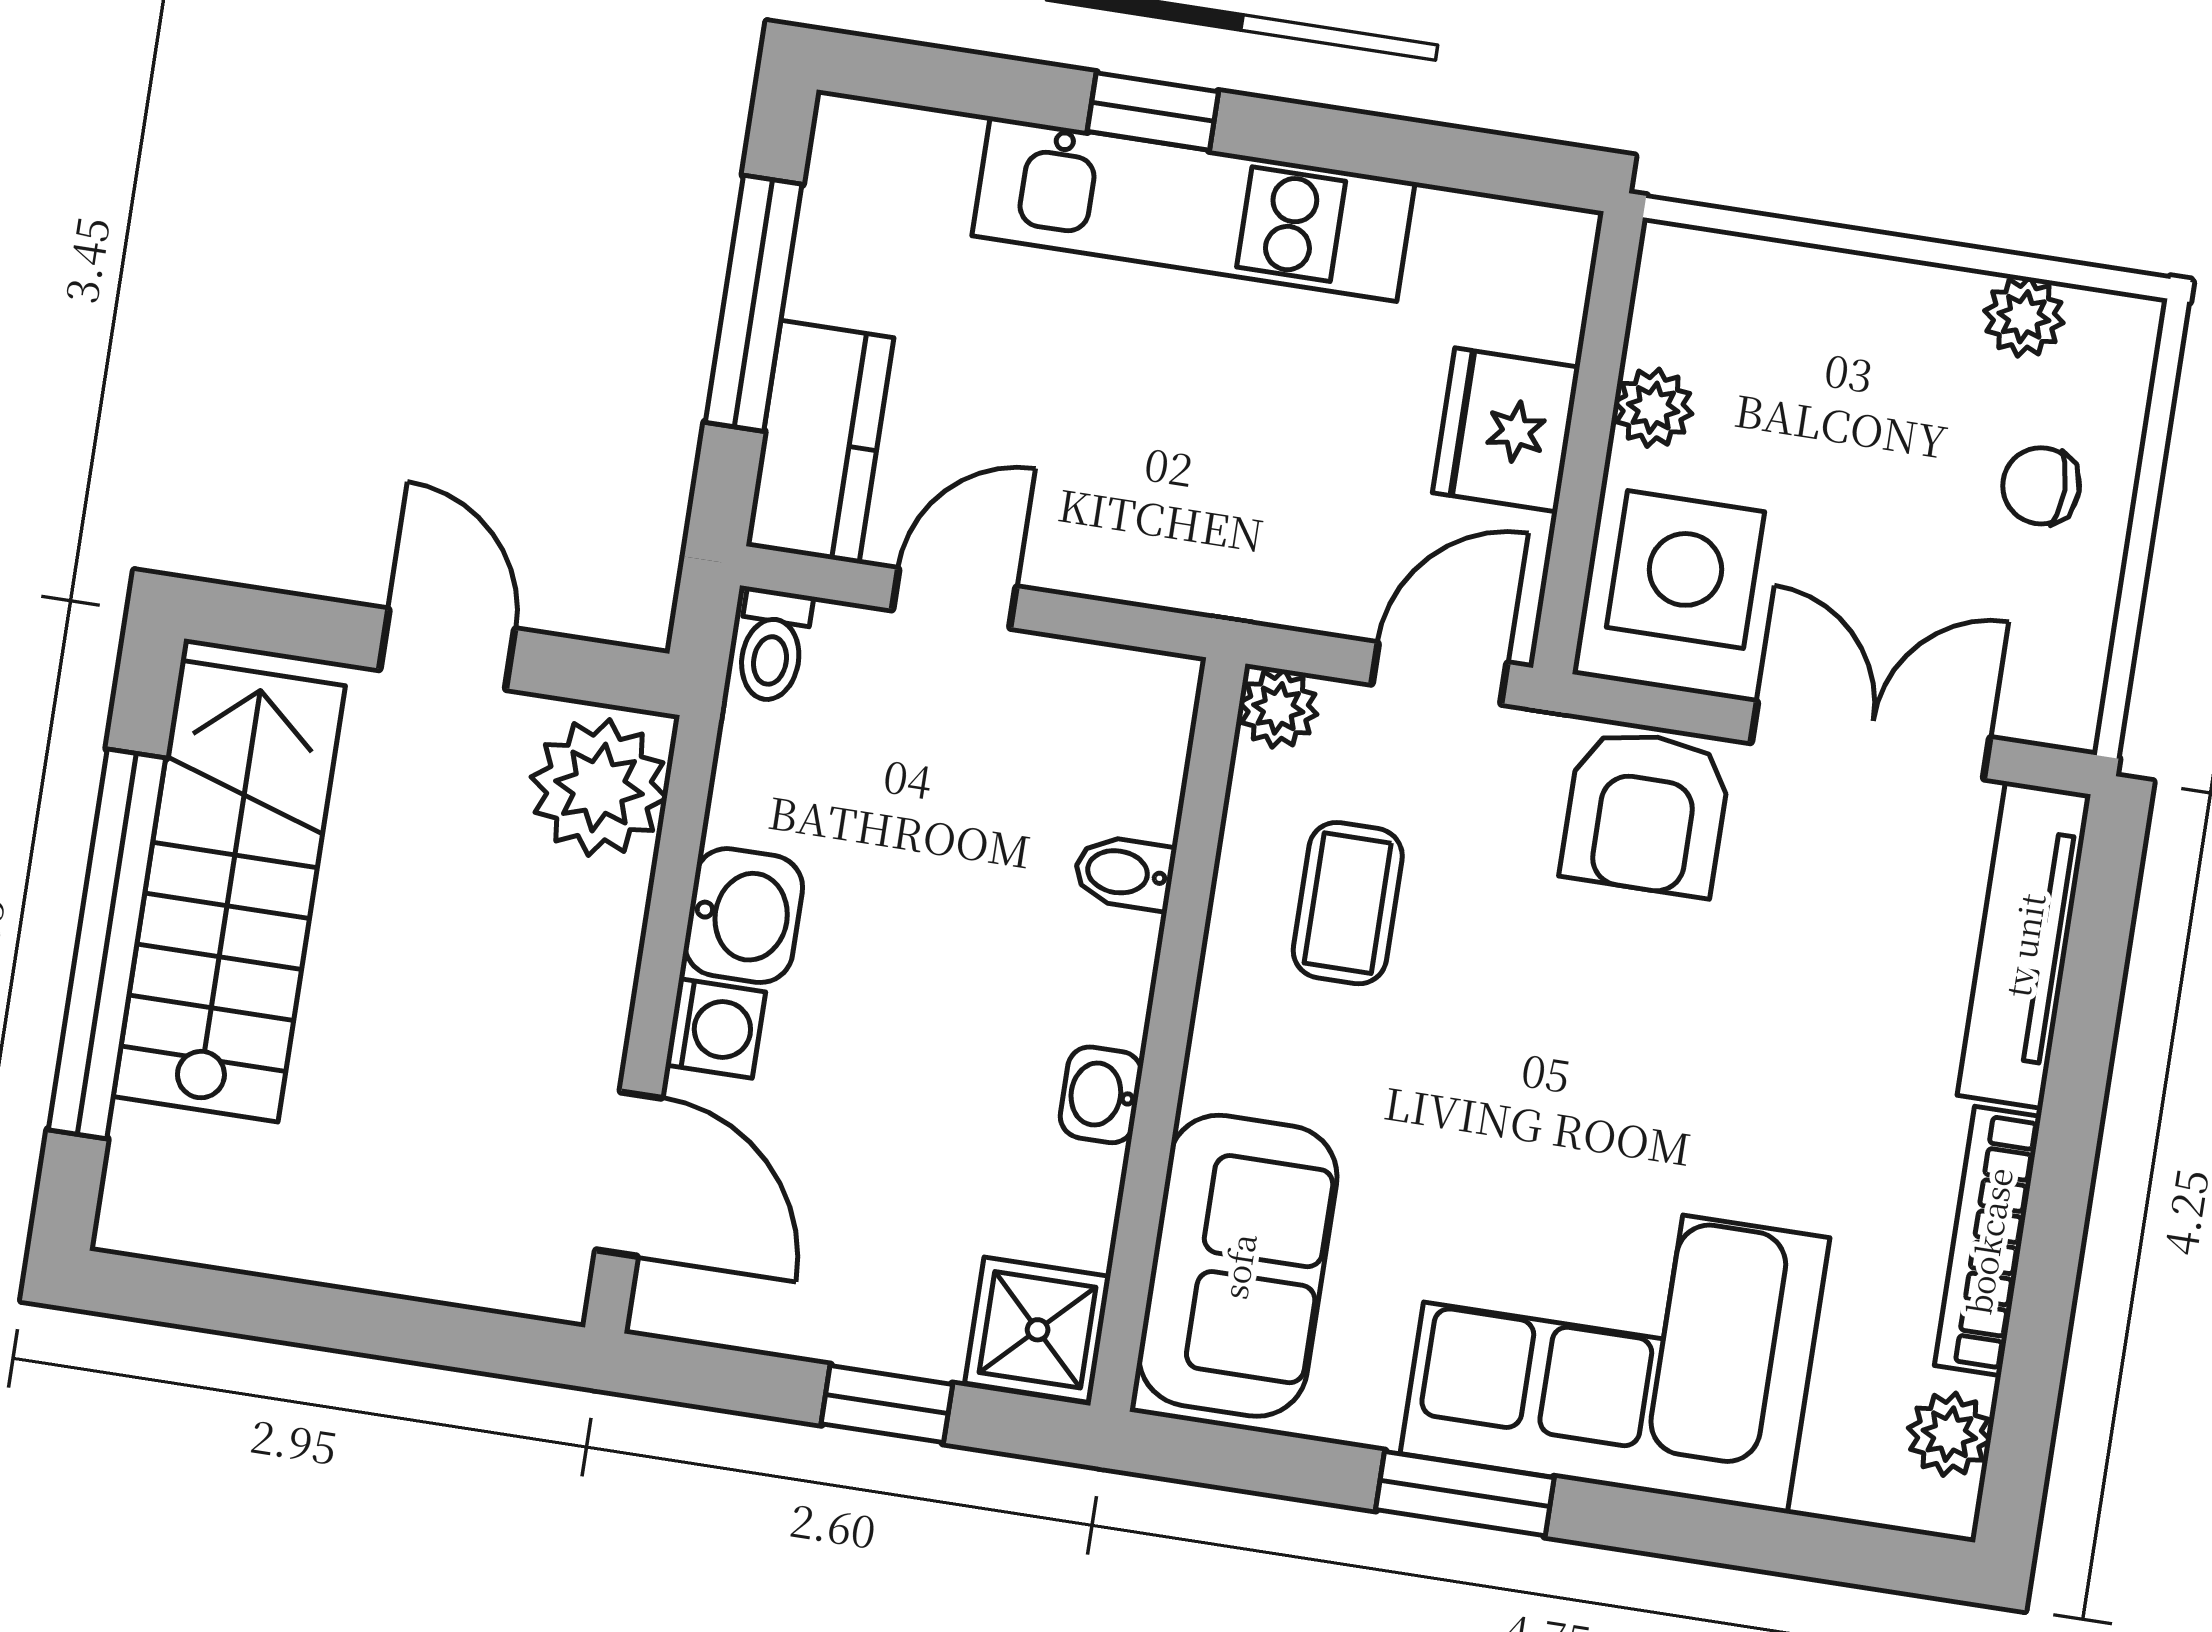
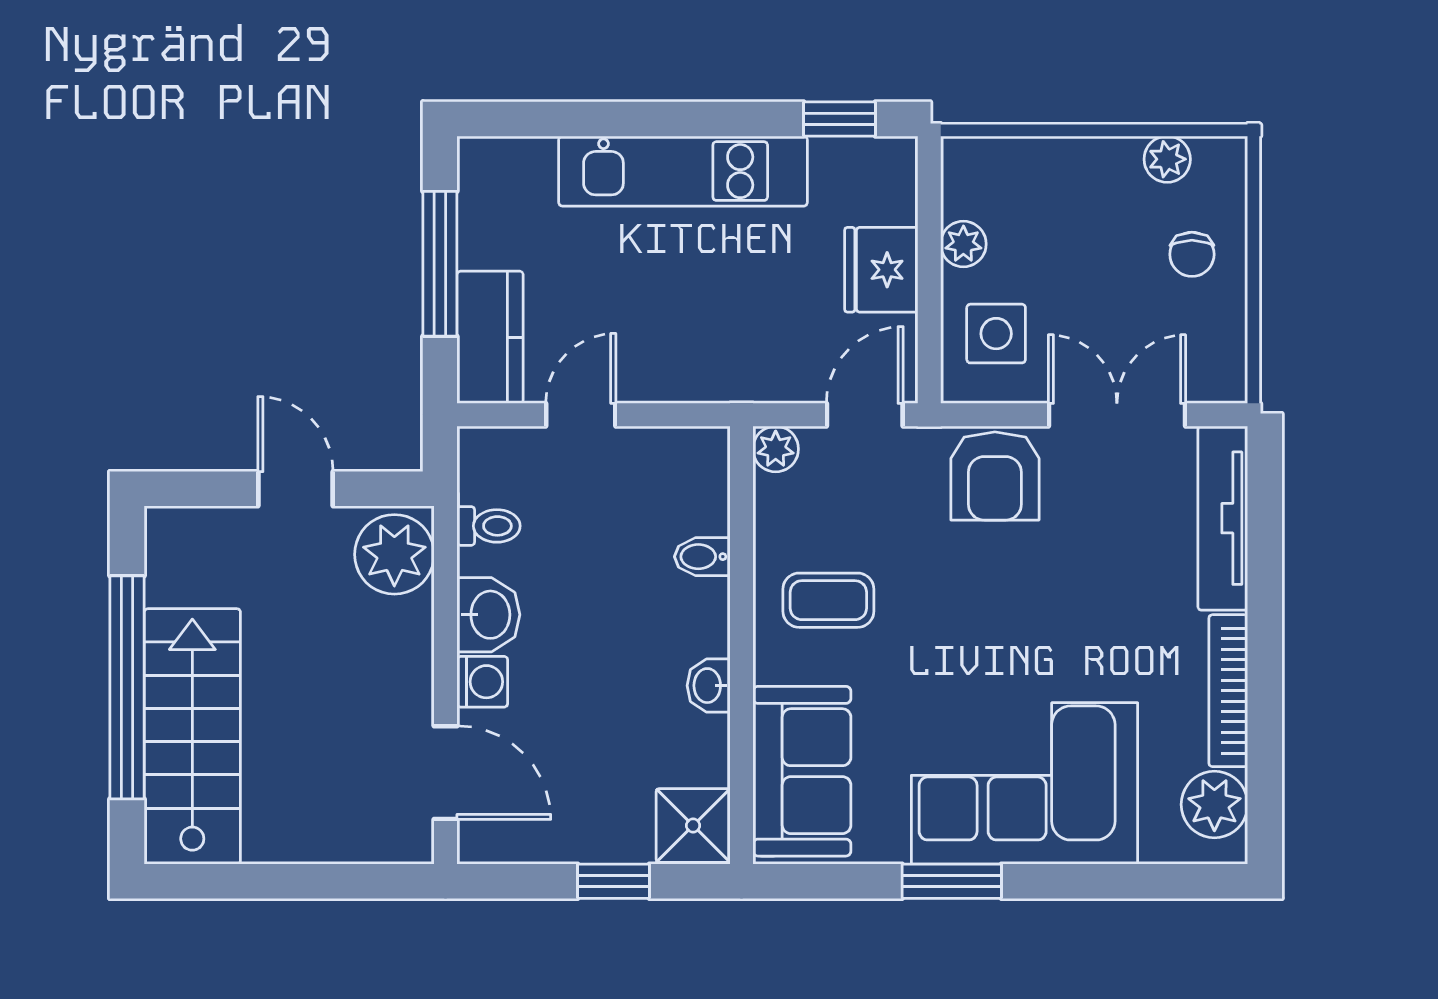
window: (1153, 112) -> (839, 119), moved
chair: (2041, 486) -> (1192, 254), turned -90
side table: (1685, 569) -> (996, 334), width x0.73, depth x0.73
toilet: (772, 645) -> (489, 526), moved, turned -90
stairs: (229, 891) -> (192, 736), moved
coffee table: (1348, 903) -> (828, 600), moved, turned 90
plant: (1949, 1434) -> (1214, 804), width x1.38, depth x1.38

